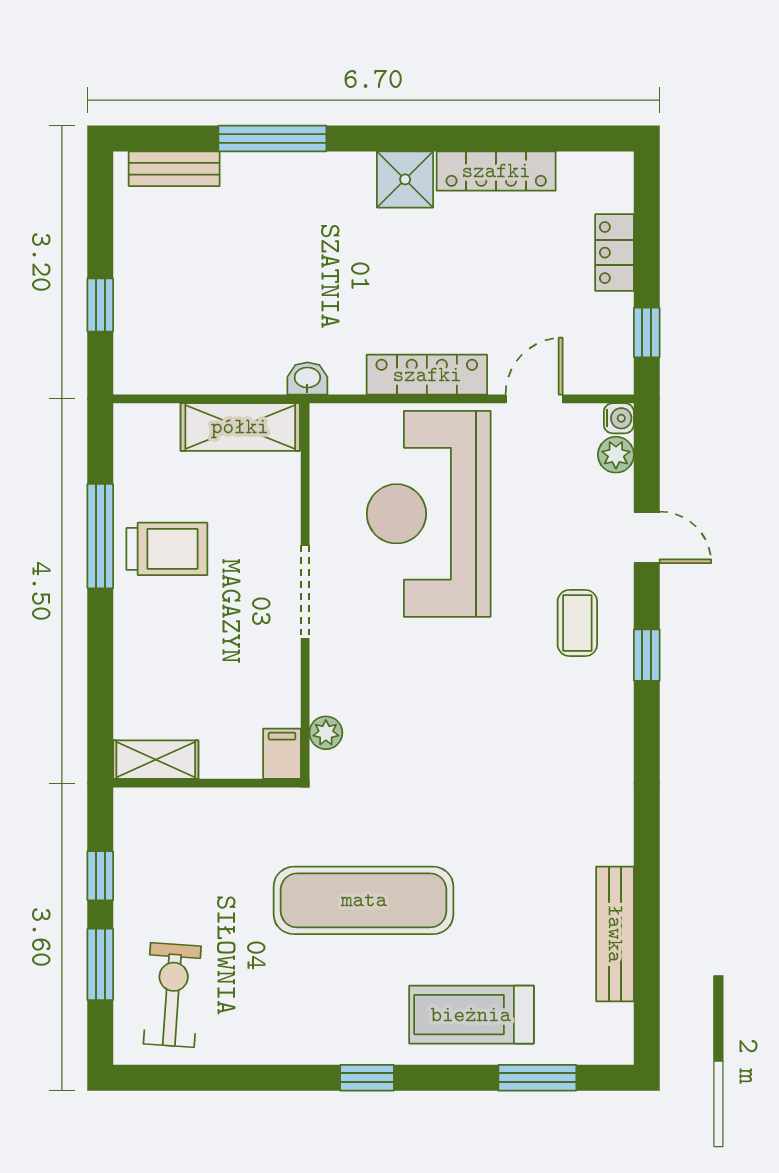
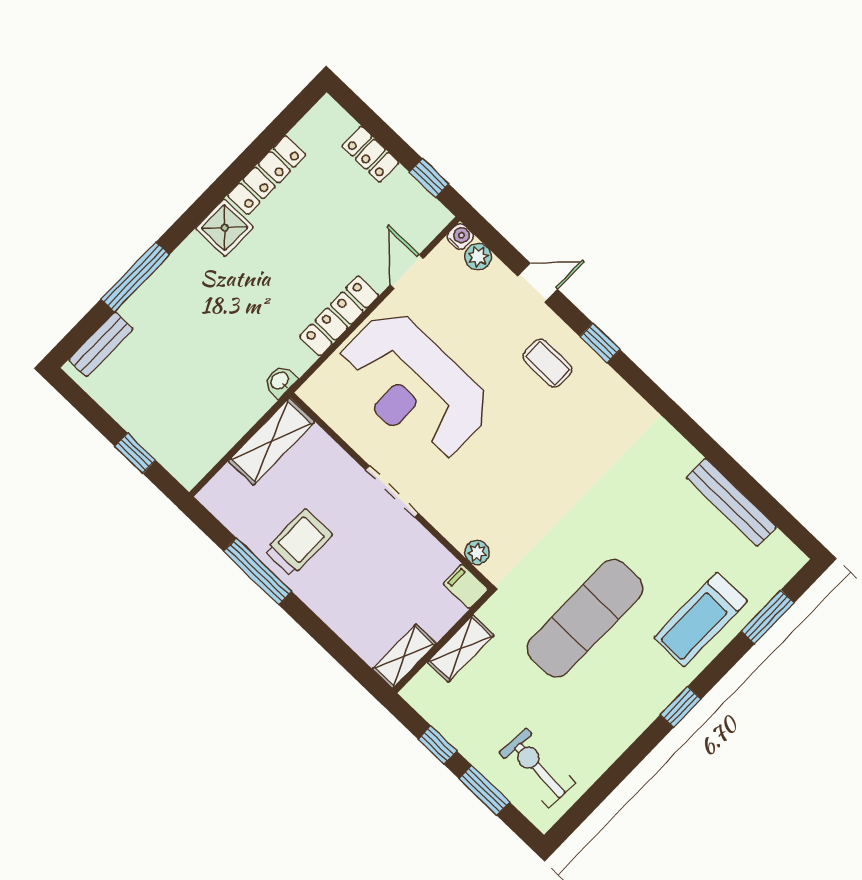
shelving: (216, 808) -> (461, 649), added

